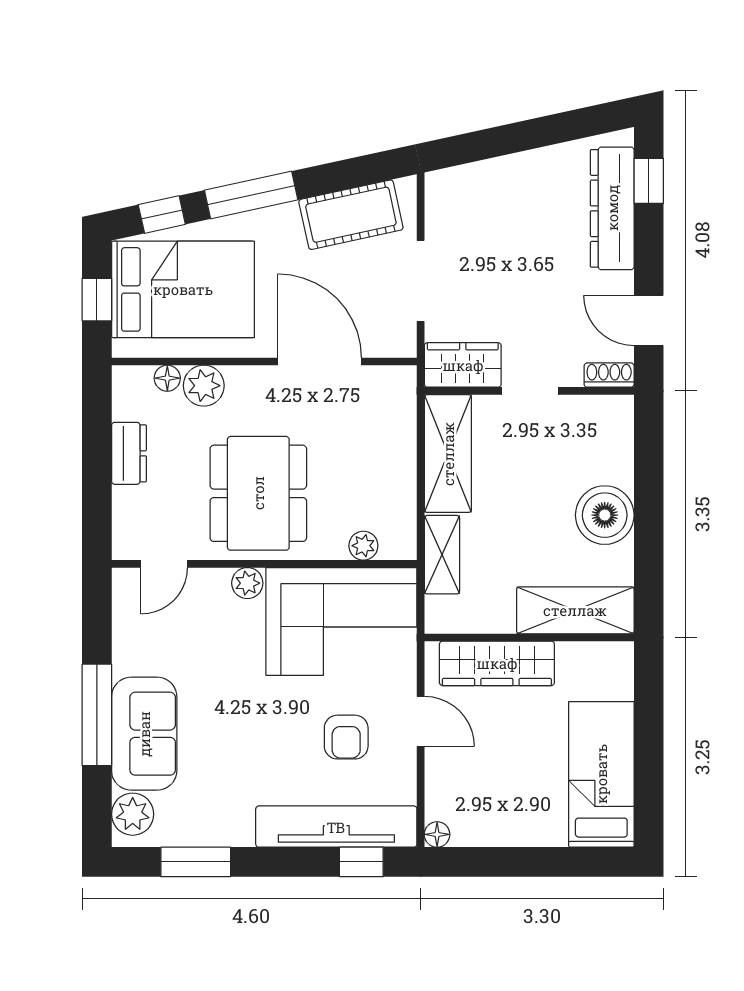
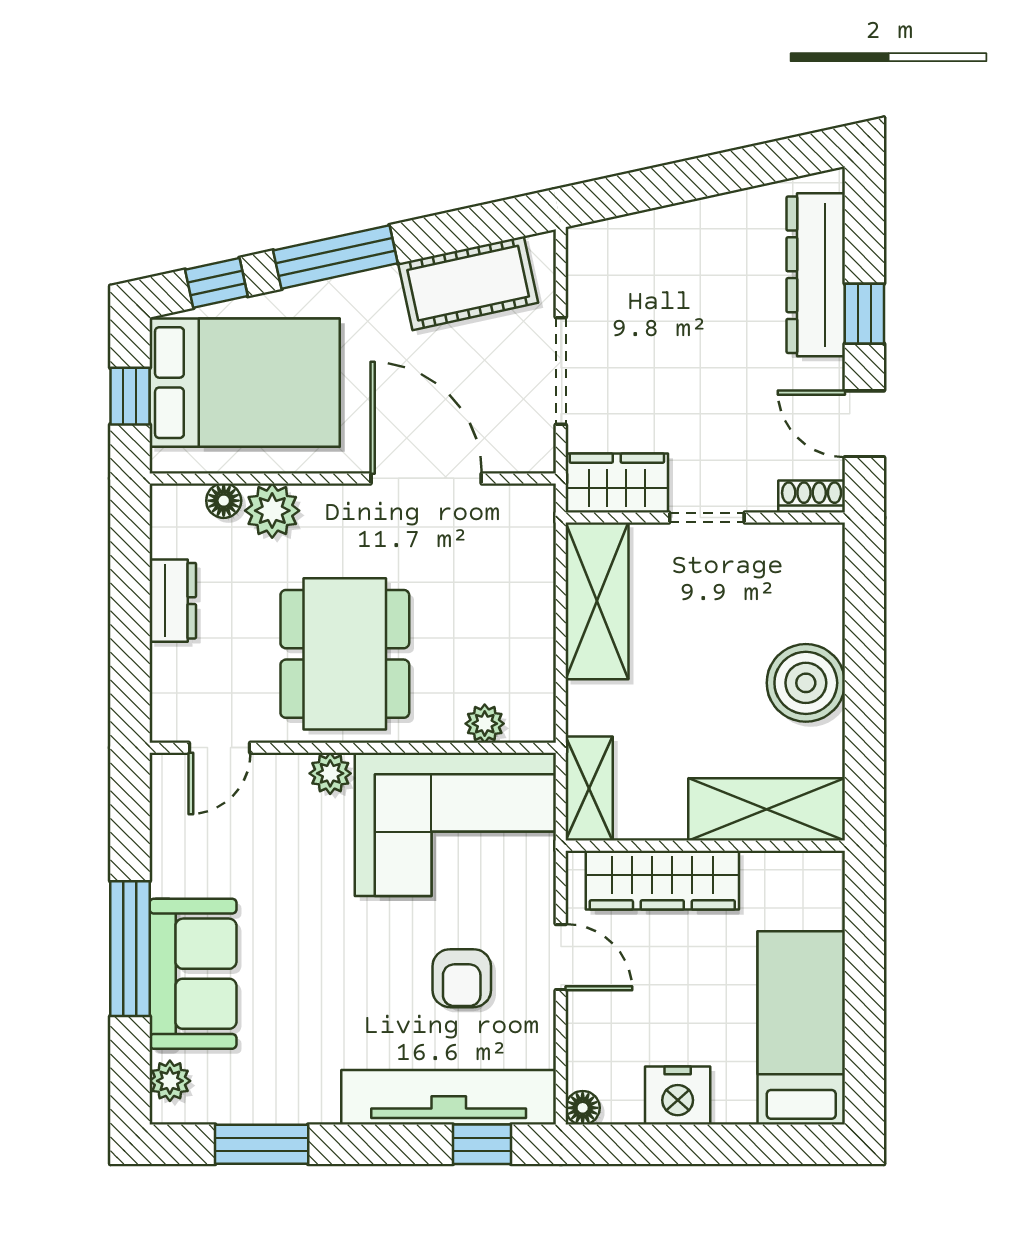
window: (649, 181) -> (864, 314), moved
shelving: (442, 555) -> (589, 789), moved
plant: (133, 814) -> (170, 1081), width x0.73, depth x0.73
nightstand: (508, 825) -> (678, 1095), added

